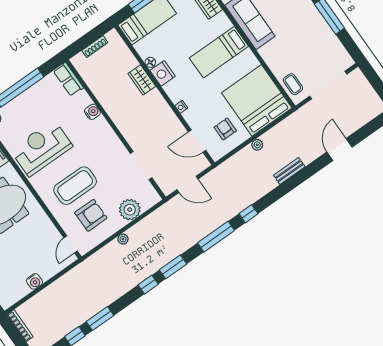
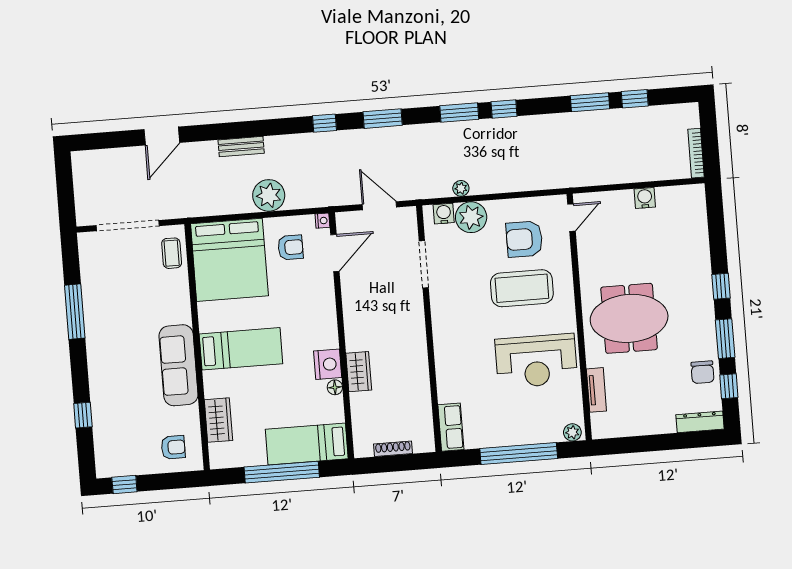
nightstand: (181, 107) -> (322, 221), moved
water cooler: (92, 112) -> (444, 214), moved, turned 90
armchair: (225, 129) -> (290, 247), turned -90
door: (197, 141) -> (335, 253), hinge flipped
plant: (257, 145) -> (269, 195), width x1.88, depth x1.88
window: (216, 237) -> (383, 119), width x0.69
plant: (123, 239) -> (461, 188), moved

